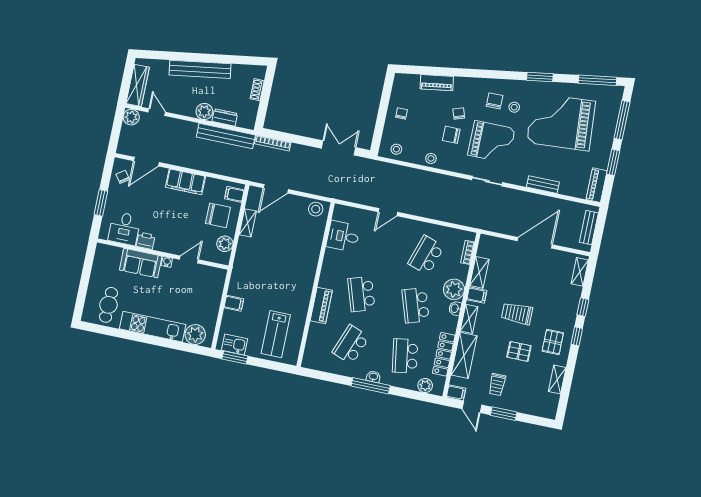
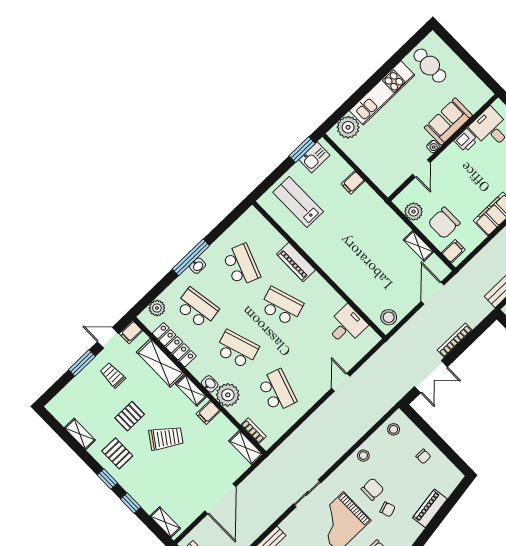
bookcase: (273, 143) -> (455, 340), moved
shelving: (479, 272) -> (246, 448), moved
trolley: (517, 314) -> (166, 438), turned 35

